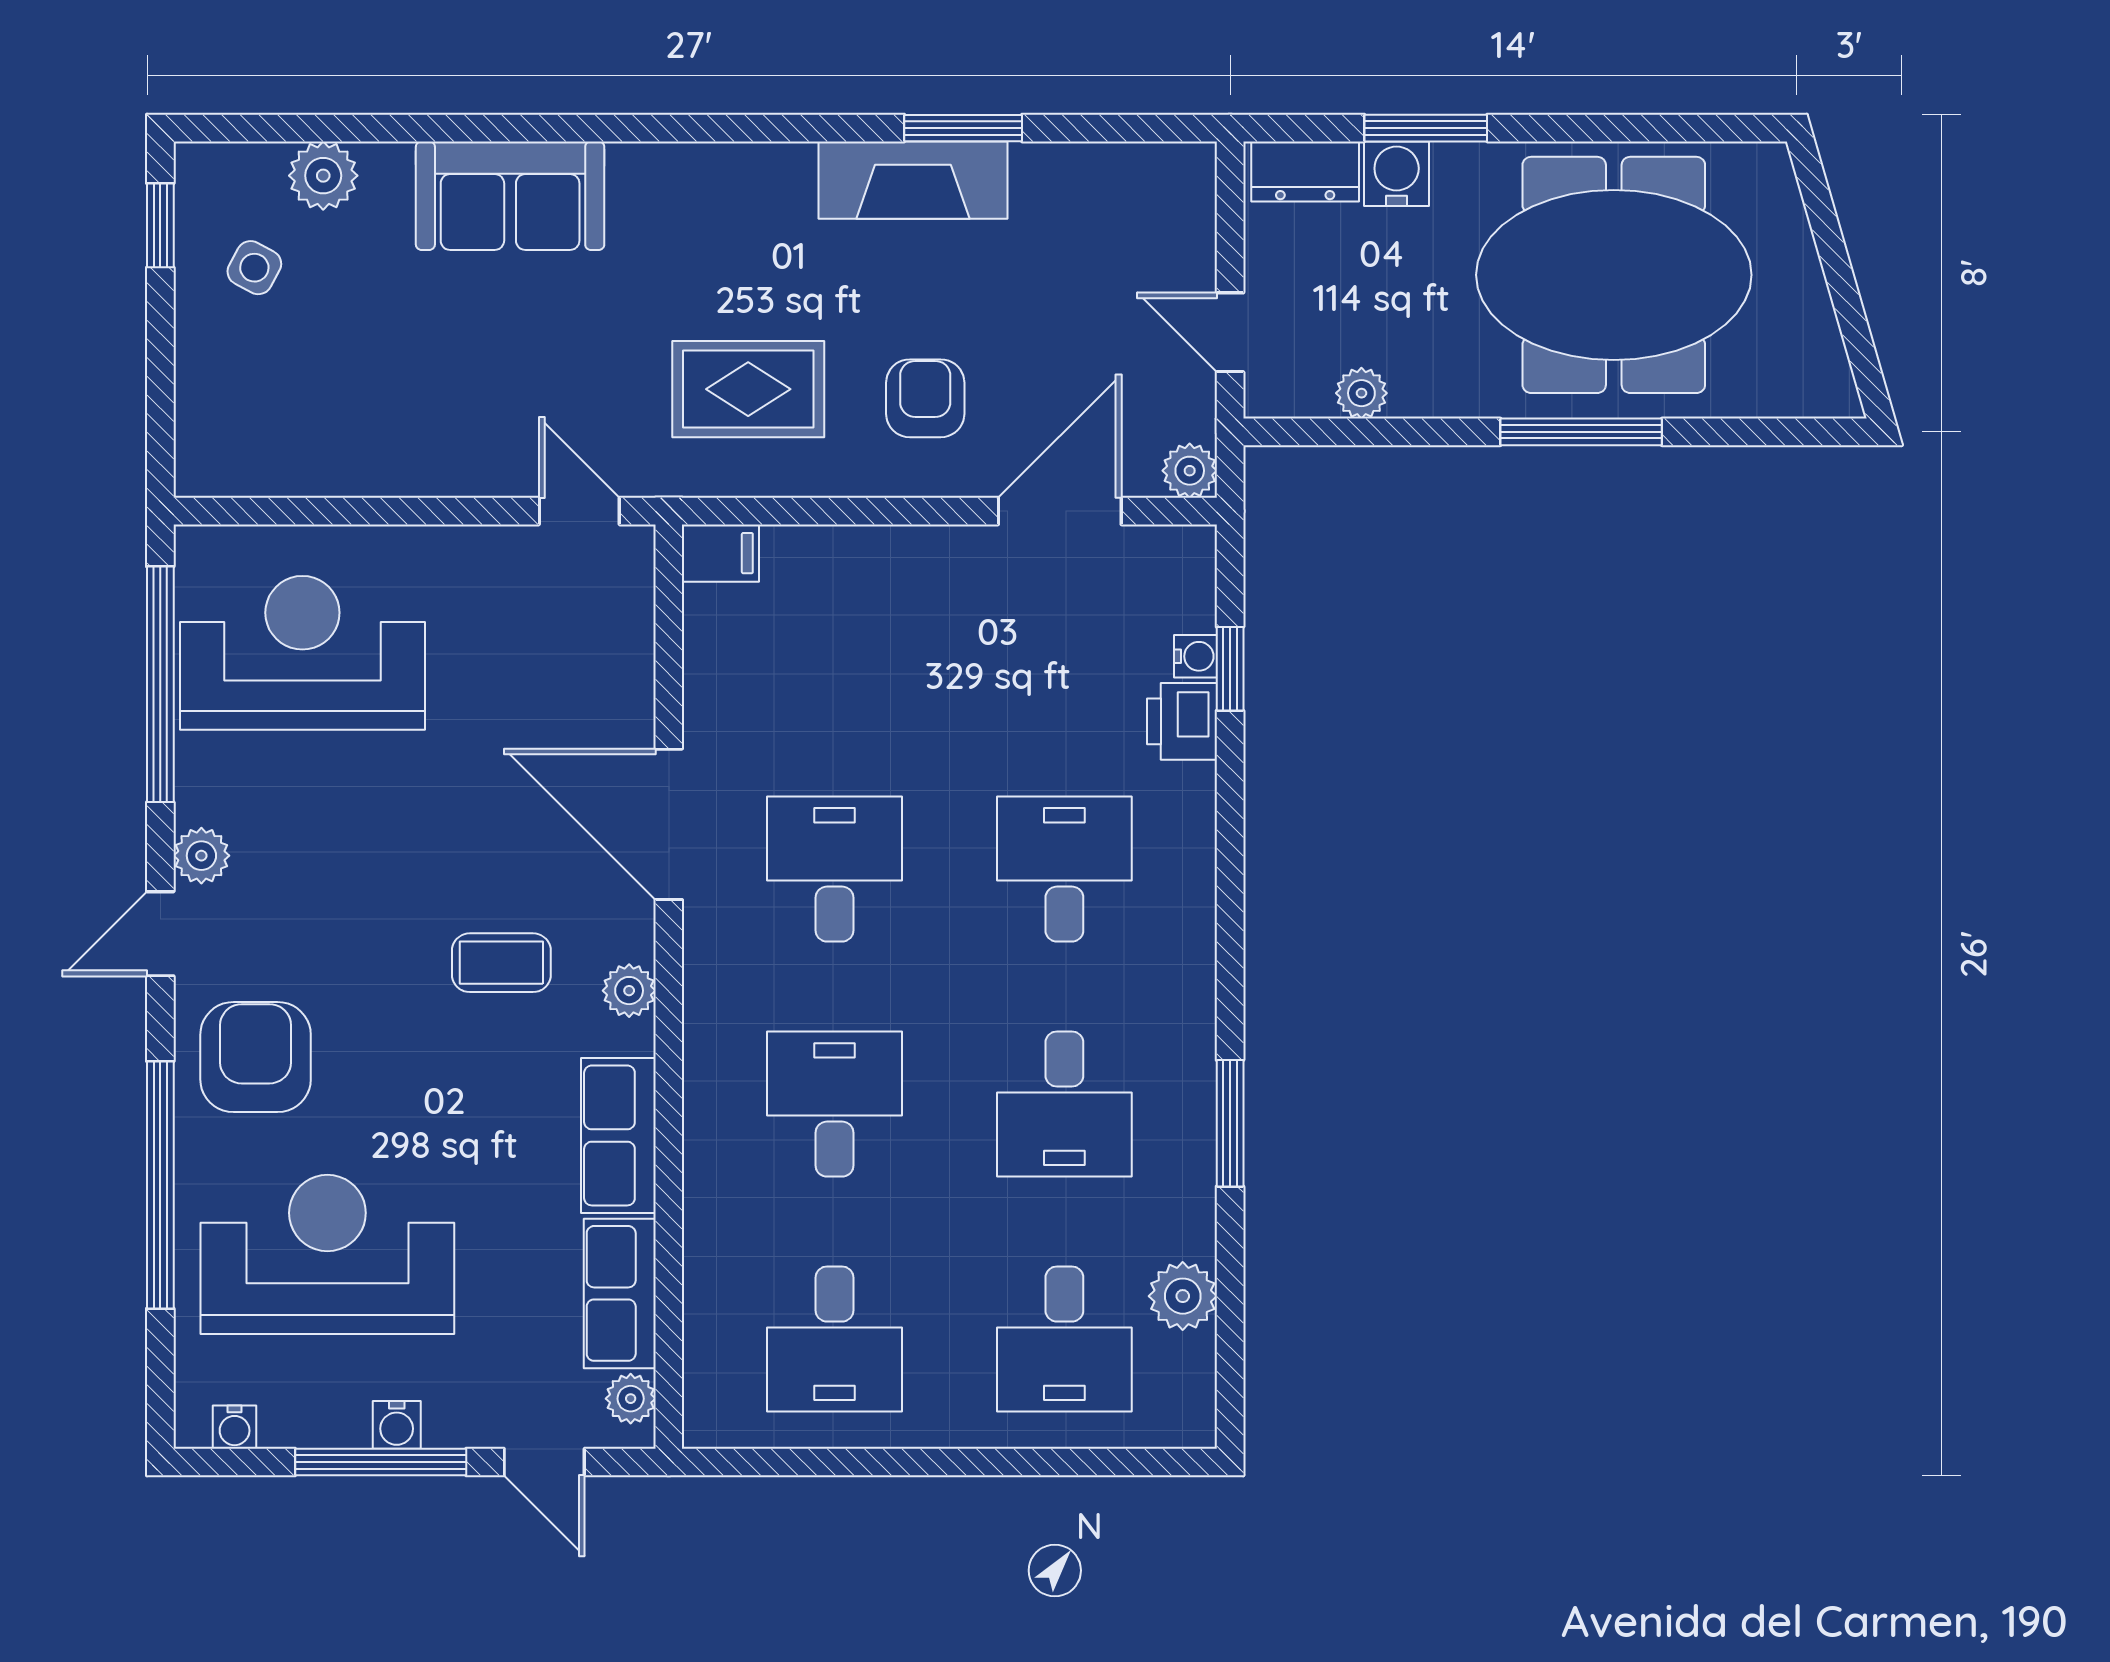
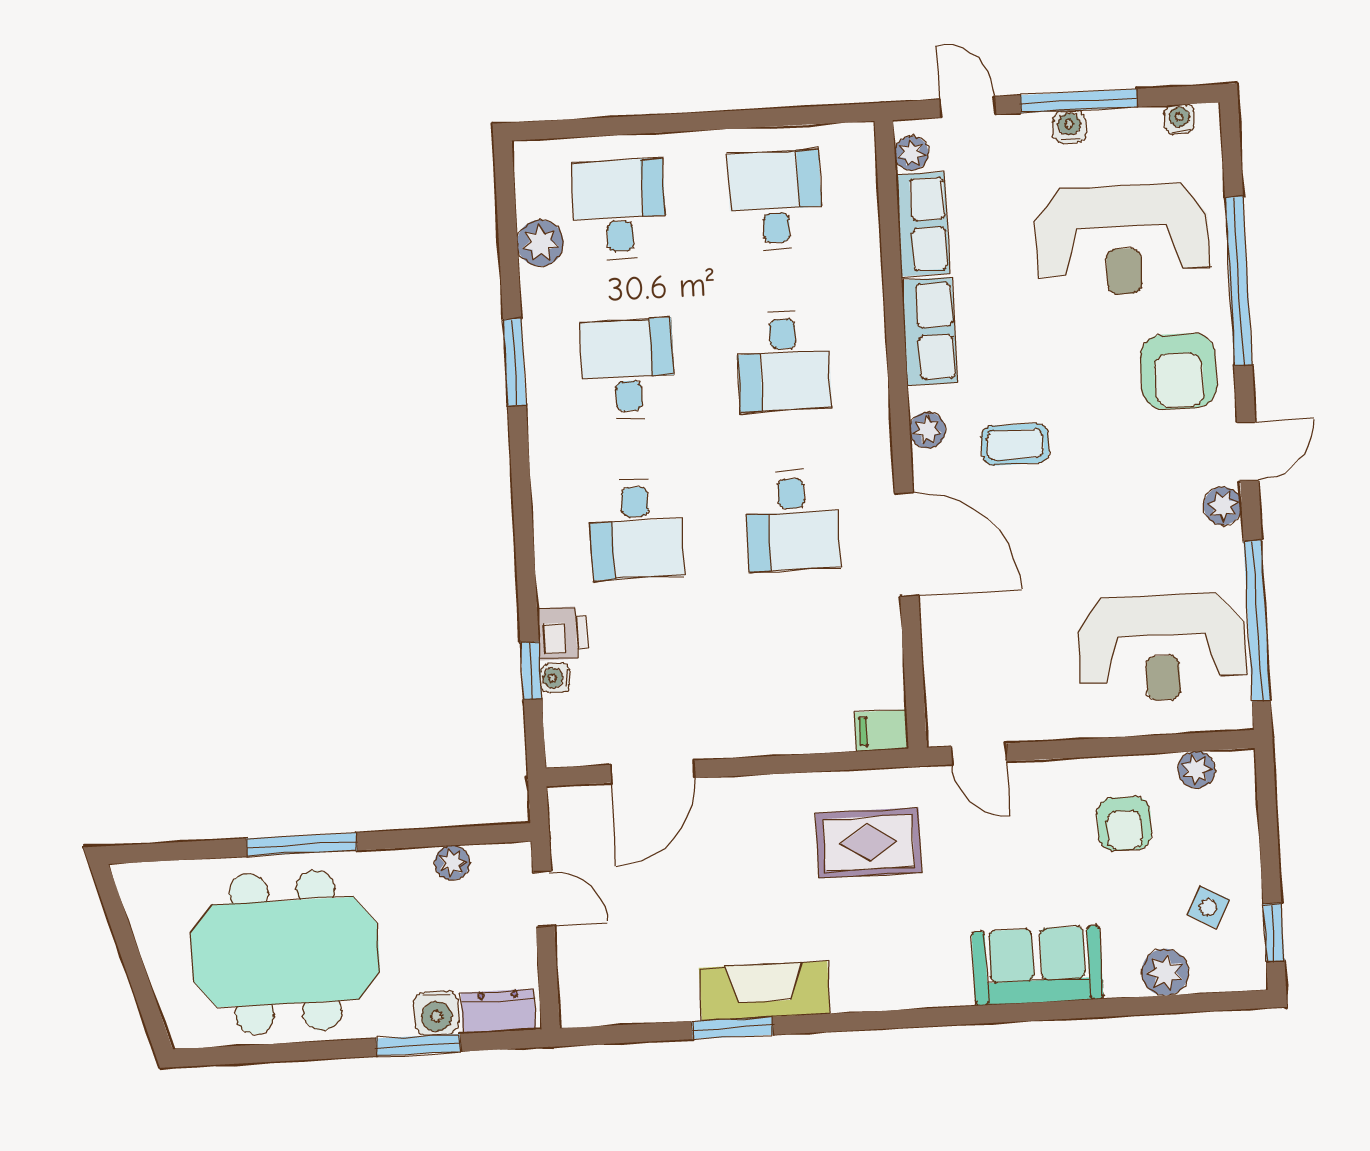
armchair: (925, 398) -> (1124, 824), moved
plant: (1190, 471) -> (1197, 770), moved

